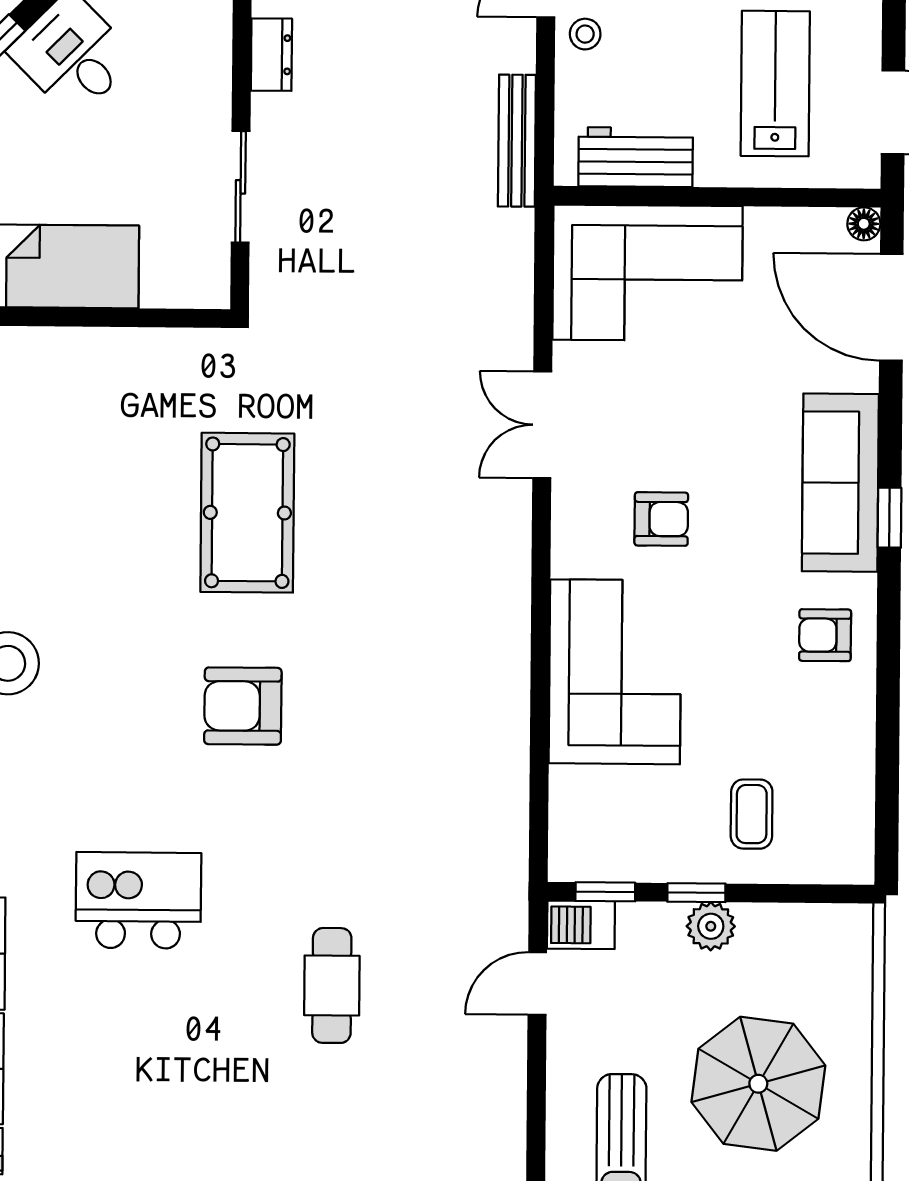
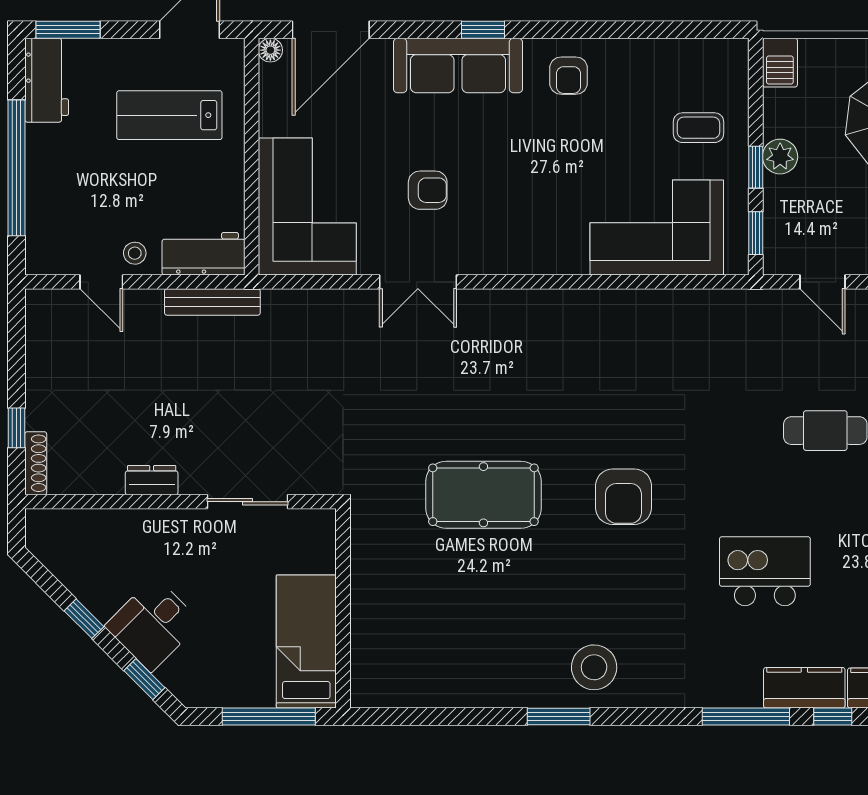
workbench: (636, 157) -> (204, 254), moved, turned 90
armchair: (661, 519) -> (428, 190), moved, turned 90
corner sofa: (615, 672) -> (657, 227), moved
kitchen island: (138, 900) -> (765, 571), turned 90
barbecue: (581, 925) -> (780, 63), moved

